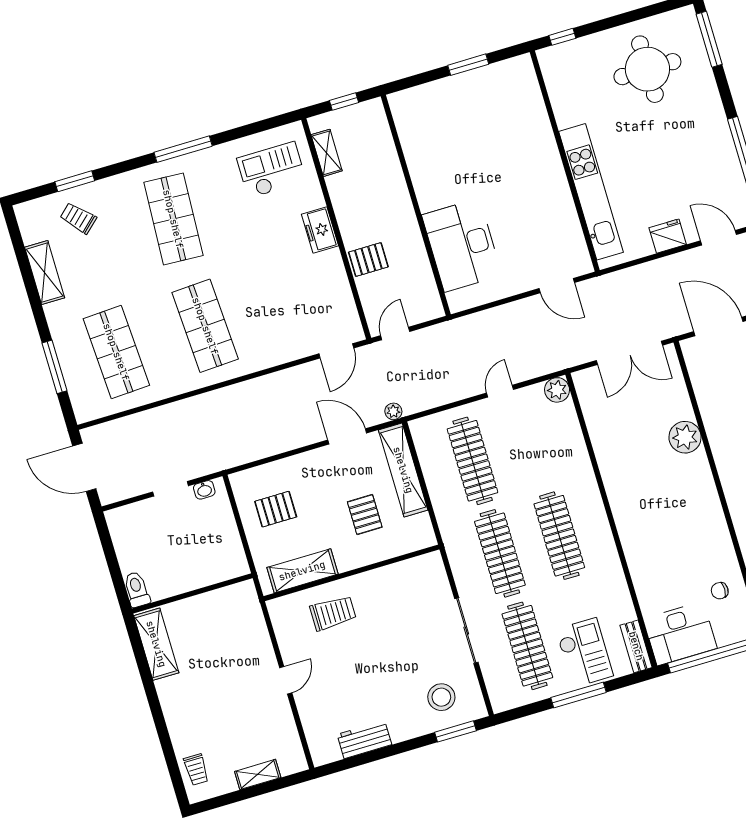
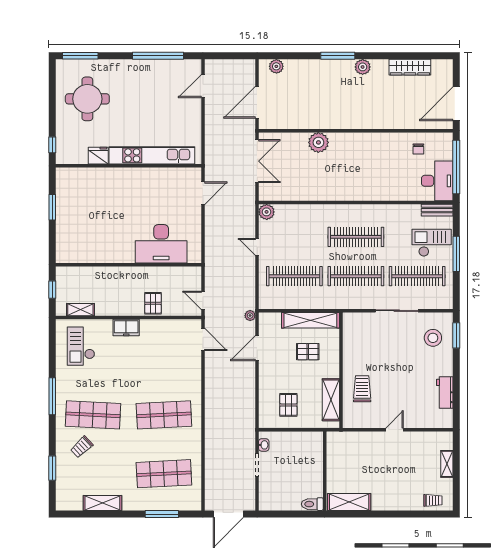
trolley: (78, 218) -> (82, 447), moved
fridge: (668, 236) -> (98, 156), moved, turned 90
shelving: (403, 470) -> (310, 320), moved
door: (286, 680) -> (395, 430), hinge flipped

